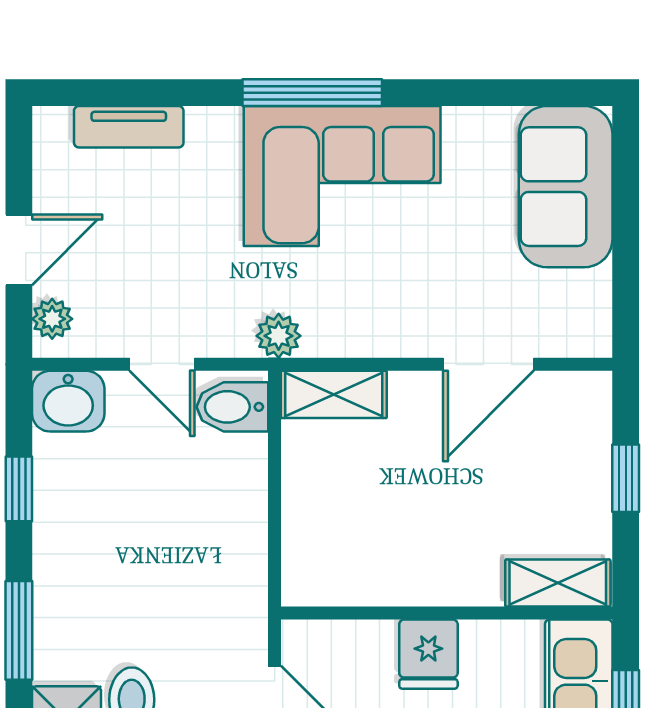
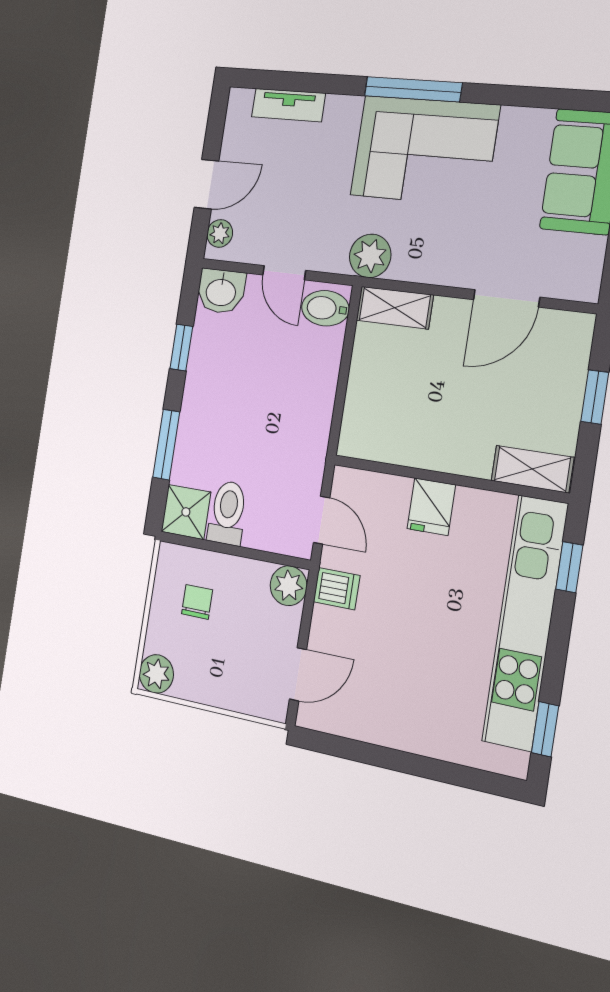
plant: (279, 336) -> (370, 256), width x1.38, depth x1.38

